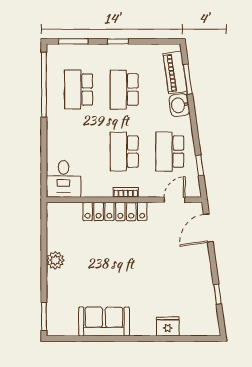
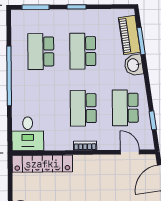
window: (44, 85) -> (9, 76), moved
door: (175, 200) -> (130, 152), hinge flipped
locker: (115, 211) -> (42, 164), moved

